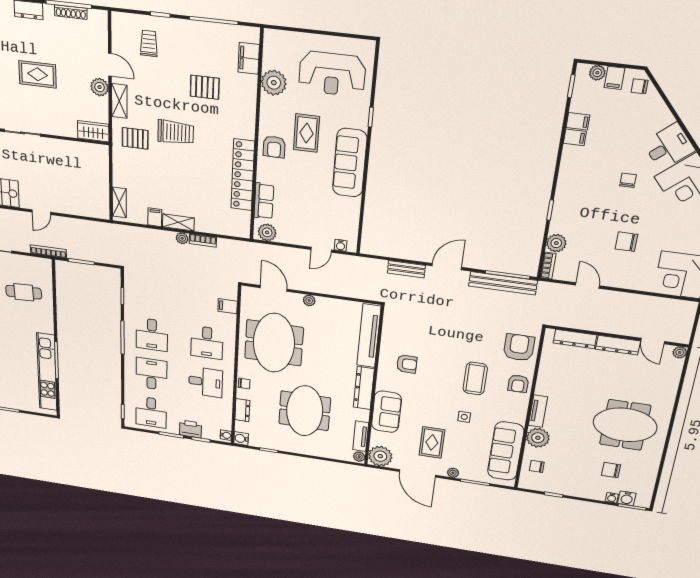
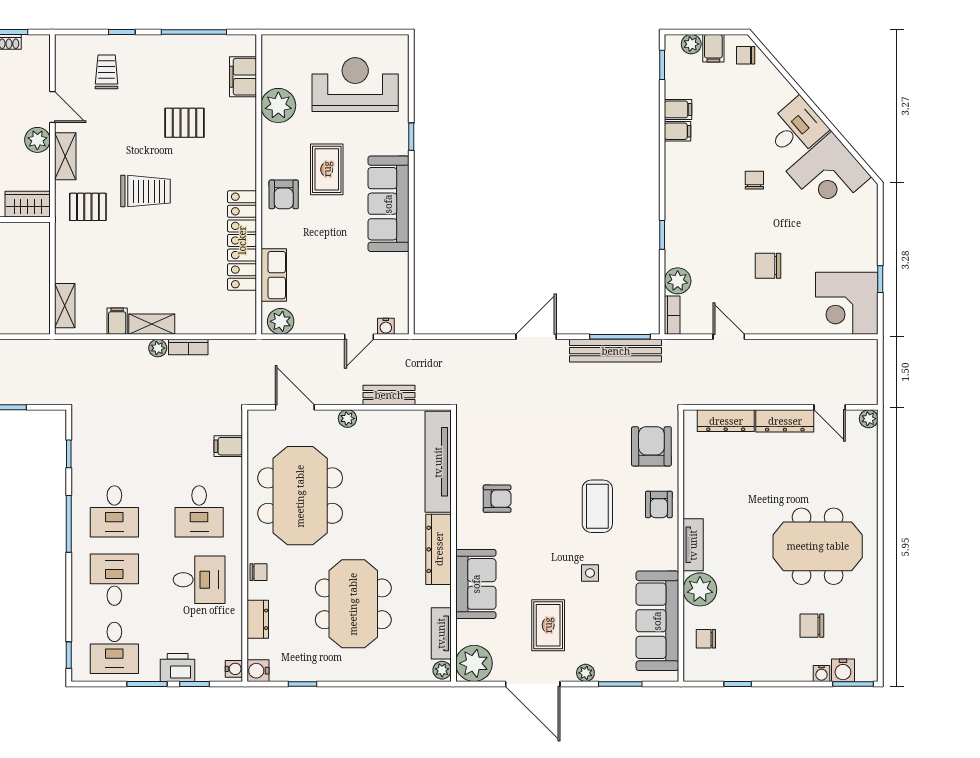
reception desk: (332, 74) -> (355, 85), turned 180
bench: (406, 269) -> (389, 395), moved

